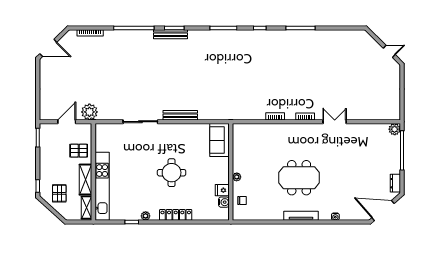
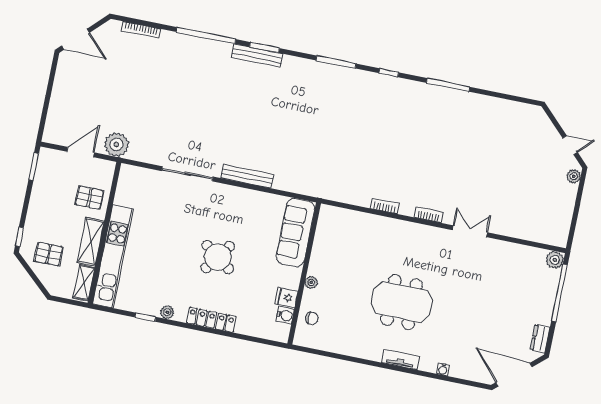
plant: (396, 71) -> (574, 176), added
sofa: (220, 140) -> (295, 233), width x1.36
round table: (172, 173) -> (218, 257), turned 36
pallet: (59, 193) -> (49, 254), turned 90
tv unit: (301, 216) -> (400, 359), width x0.71

